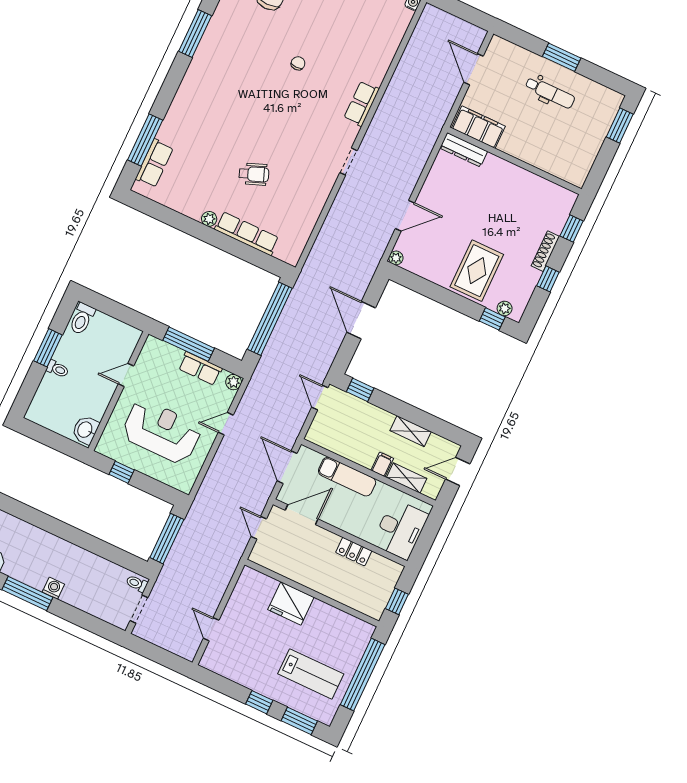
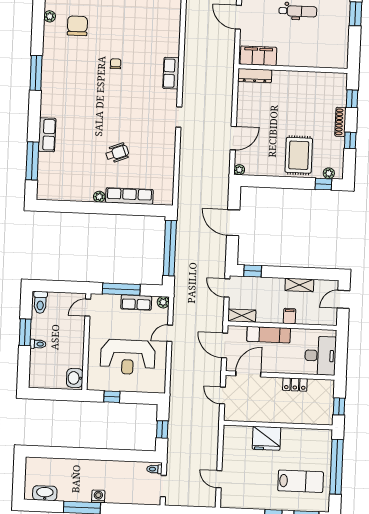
row of seats: (154, 163) -> (47, 135), moved
door: (126, 375) -> (88, 308), moved
reception desk: (162, 431) -> (128, 357), turned 180
shelving: (407, 478) -> (242, 316), moved
window: (167, 539) -> (162, 429), width x0.46

